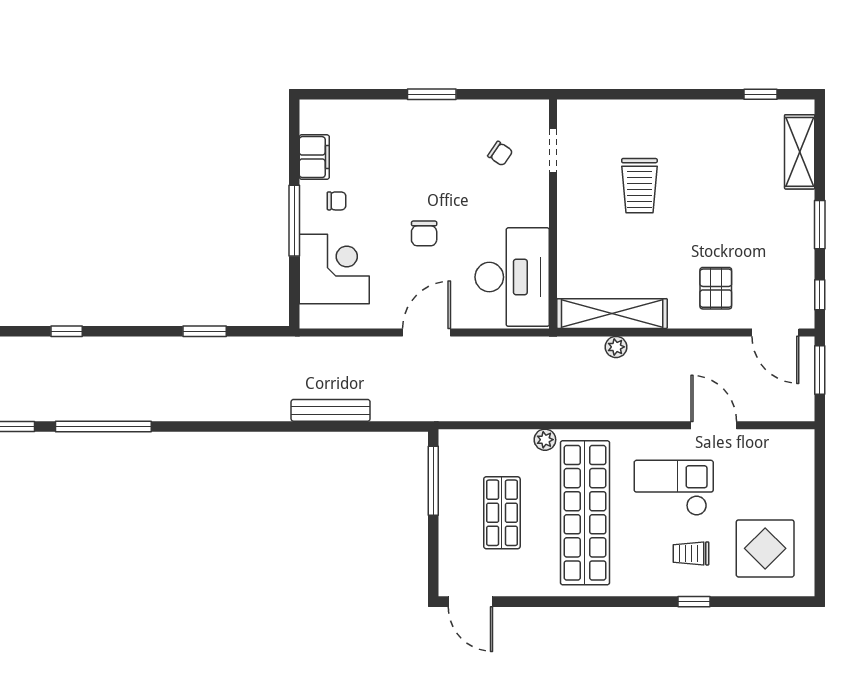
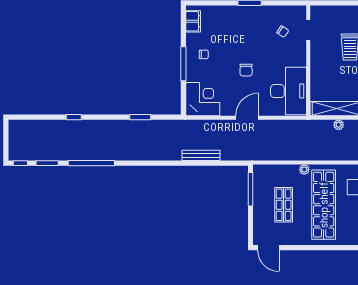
filing cabinet: (314, 157) -> (193, 21), moved
corner desk: (334, 269) -> (203, 99), moved

